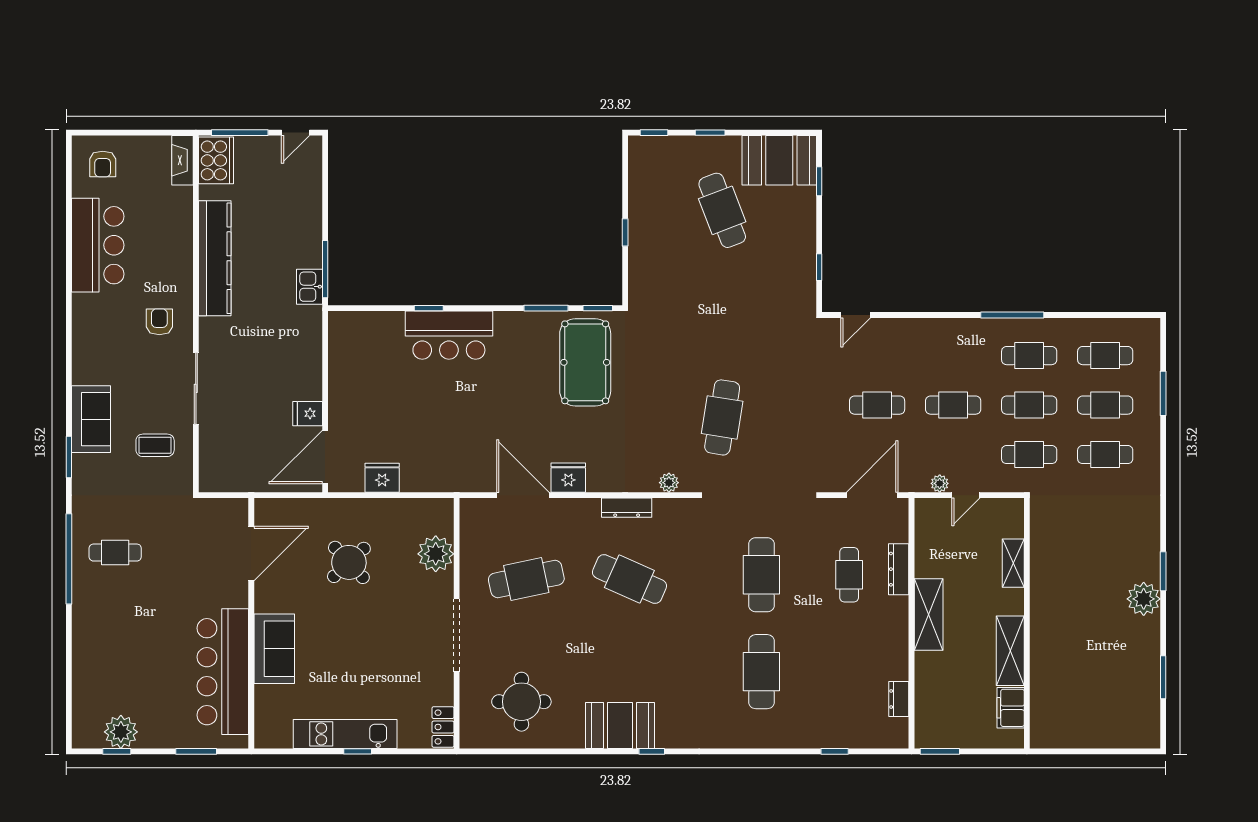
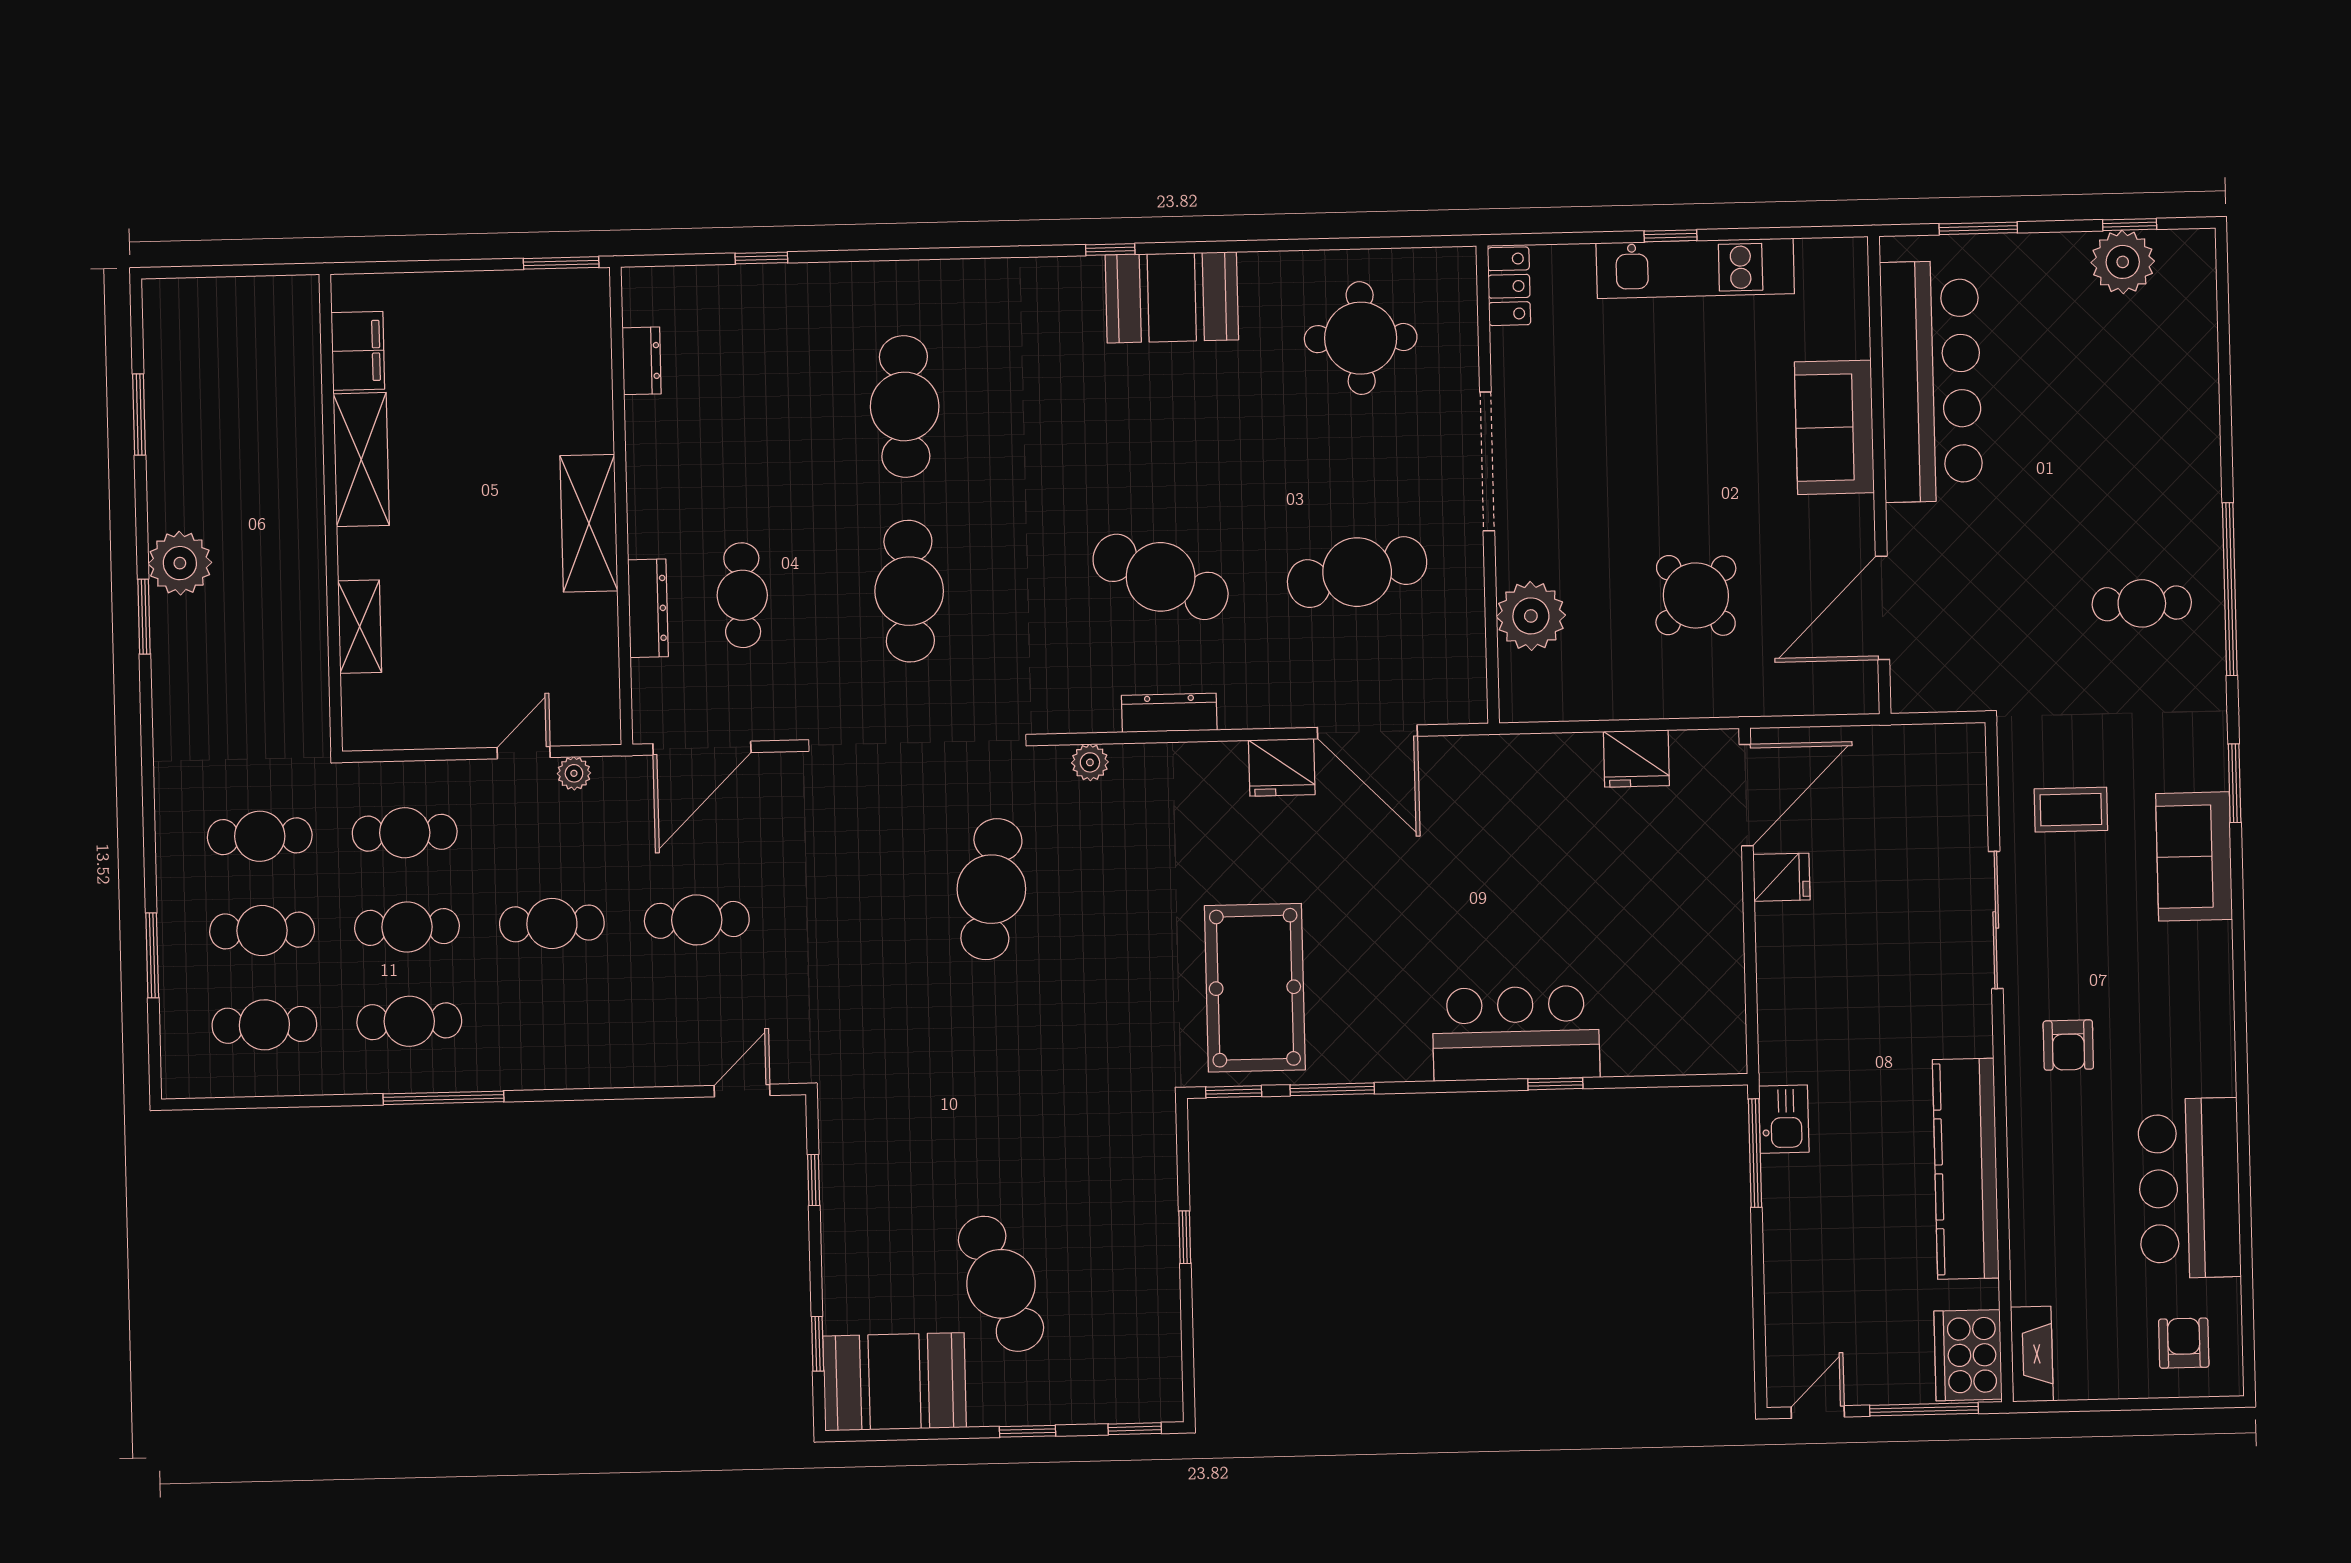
shelving: (1013, 563) -> (360, 627), moved
wall: (1027, 623) -> (331, 513), moved
shelving: (1010, 651) -> (361, 460), moved
filing cabinet: (1011, 708) -> (358, 351), moved

